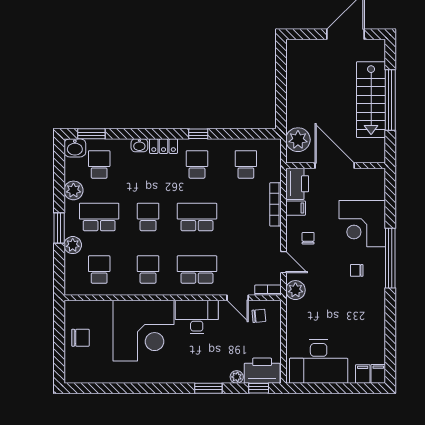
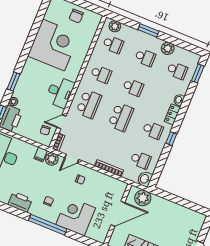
washbasin: (75, 148) -> (145, 179), moved
printer: (297, 184) -> (20, 202), moved, turned 180
filing cabinet: (296, 208) -> (41, 155), moved
school desk: (99, 217) -> (145, 57), width x0.54
plant: (73, 245) -> (115, 26), moved
corner desk: (144, 331) -> (54, 45), moved, turned 180

